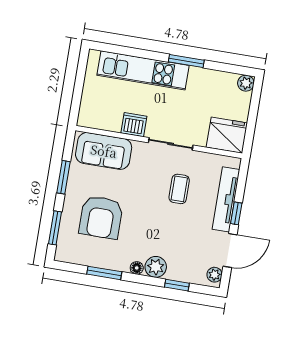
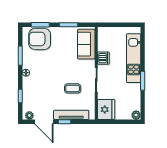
armchair: (101, 217) -> (40, 39), moved
plant: (156, 267) -> (28, 83), removed

